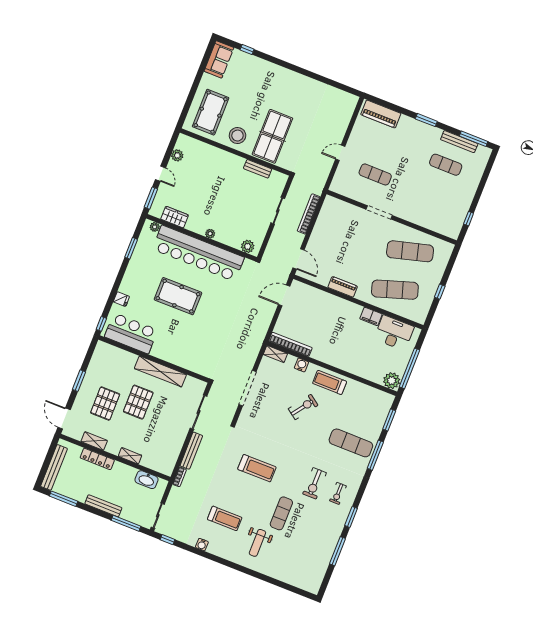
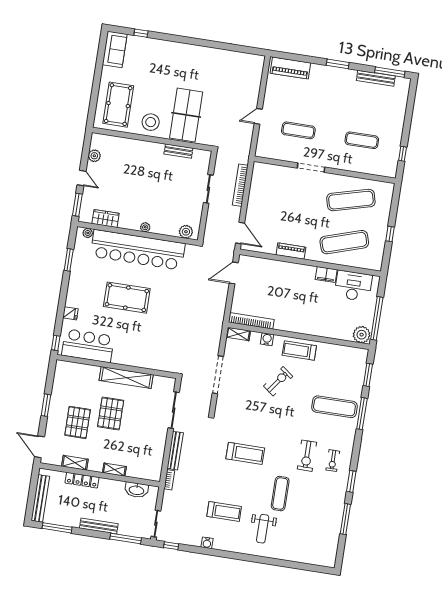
exercise mat: (446, 165) -> (362, 140), moved

